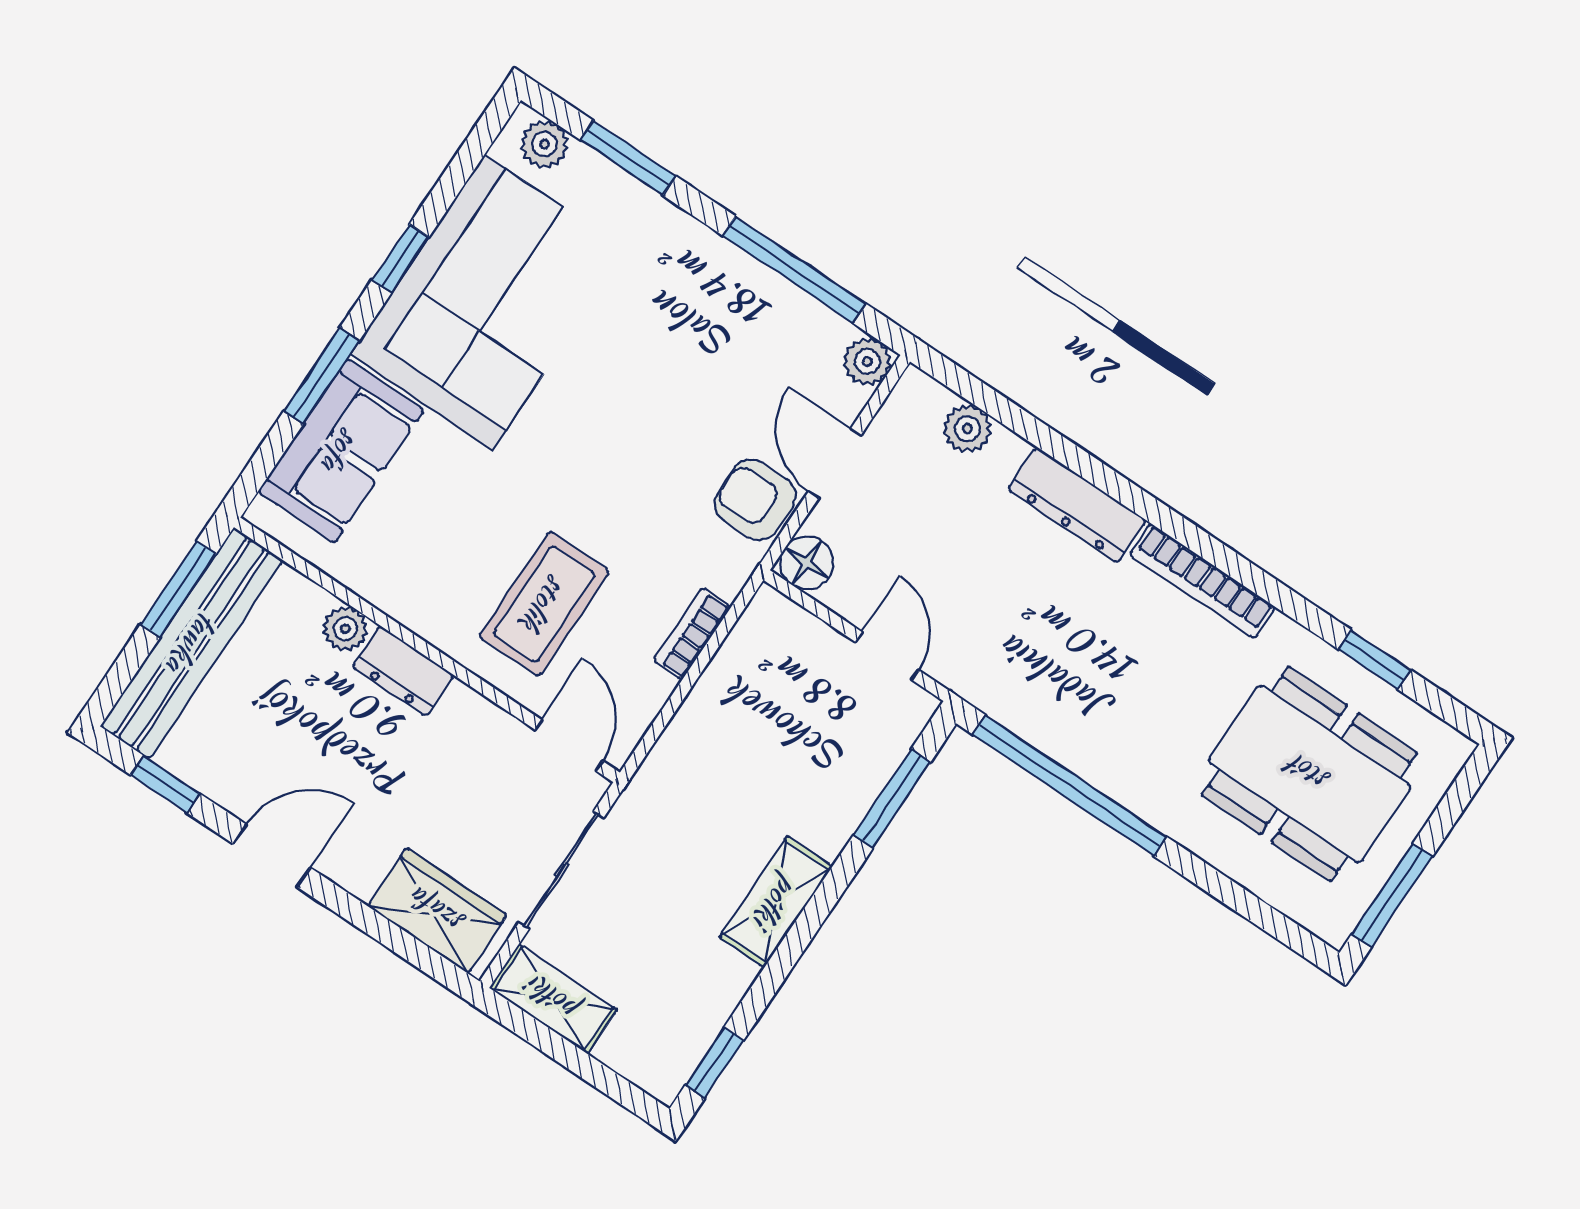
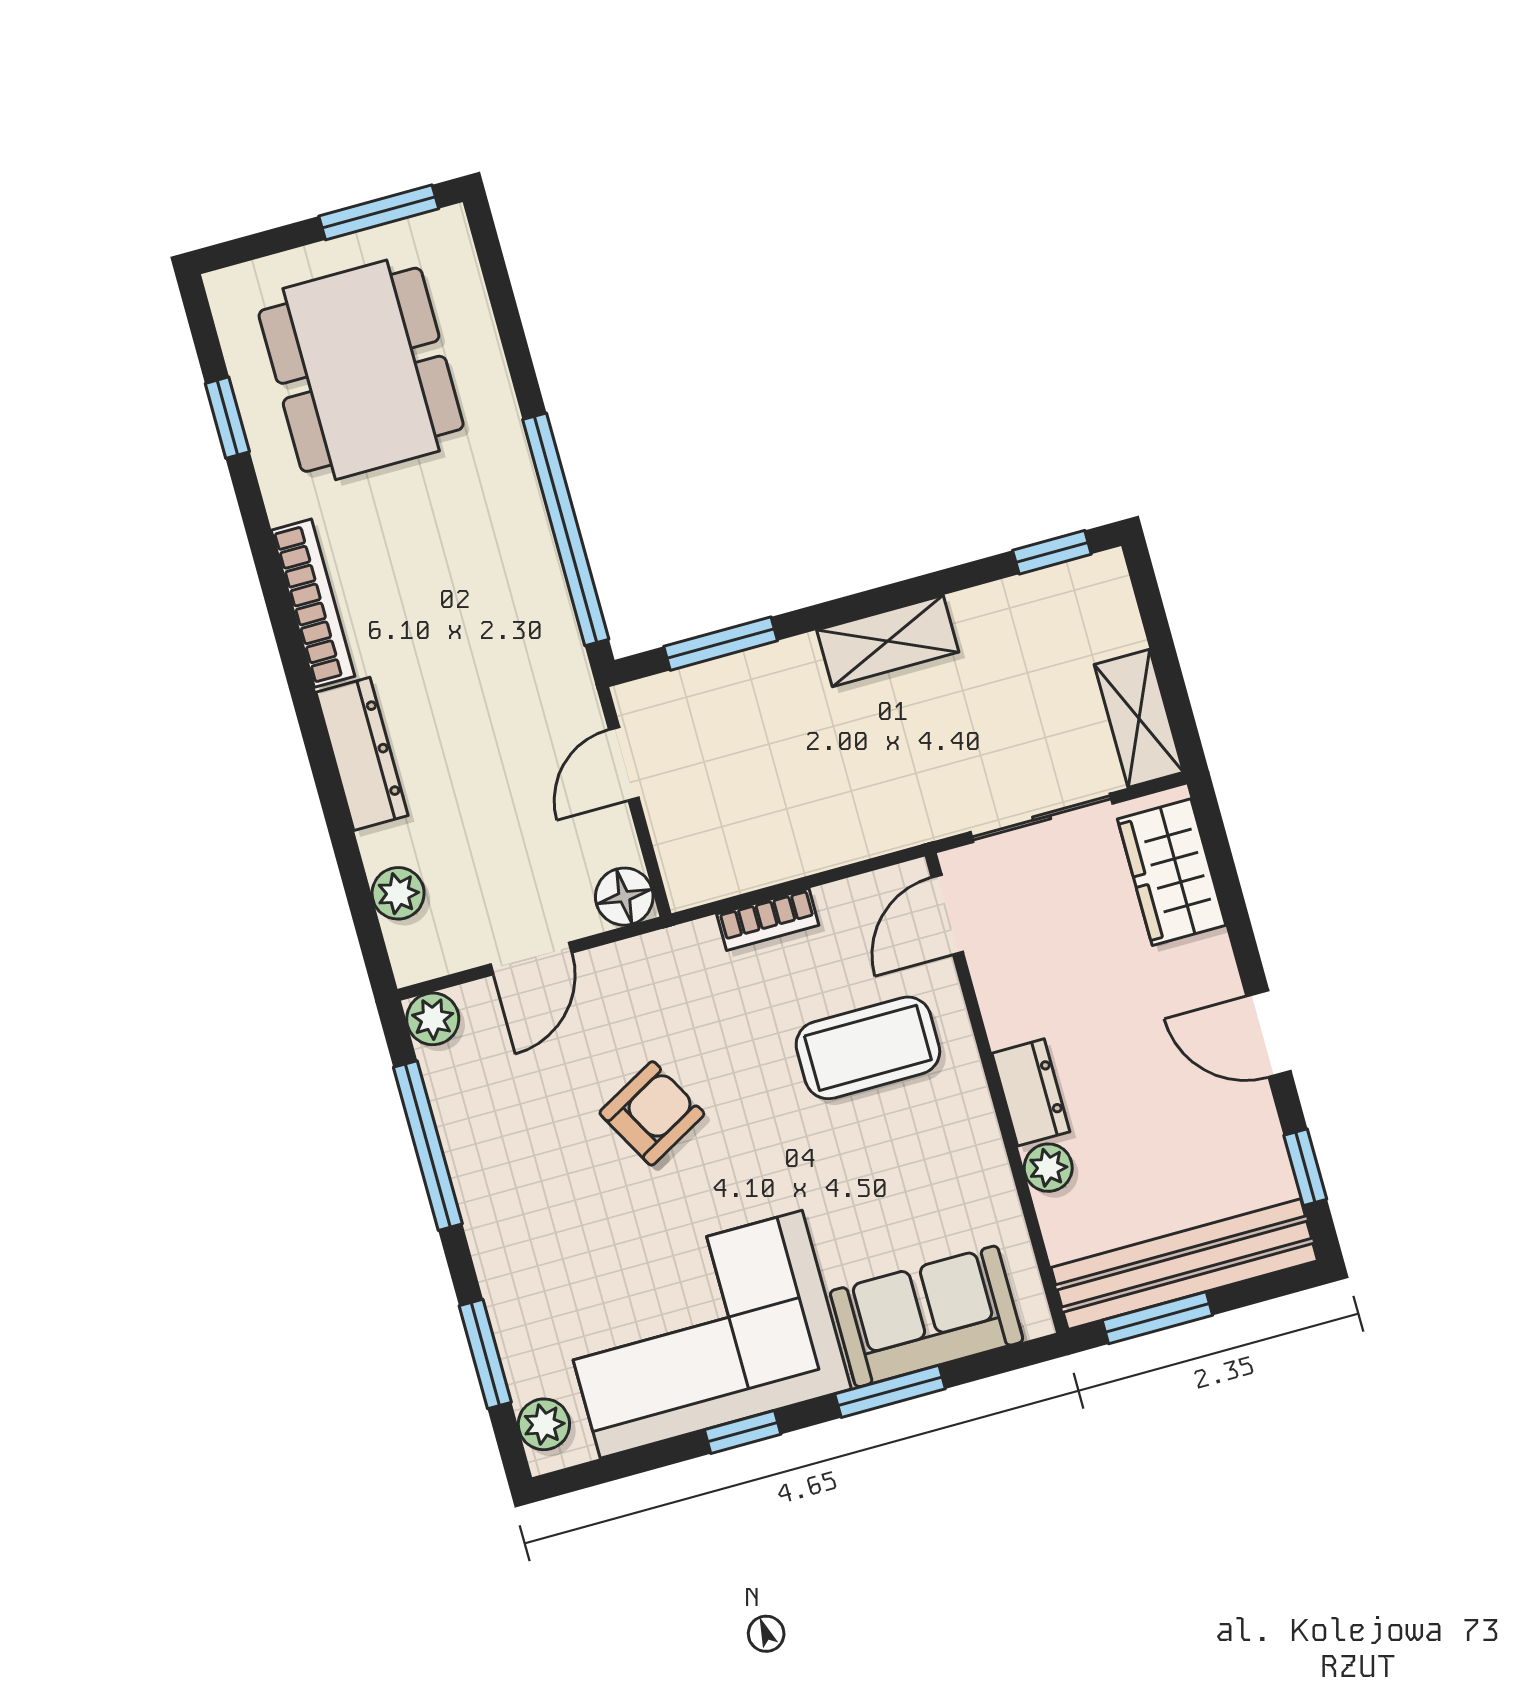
armchair: (755, 500) -> (652, 1113), moved, turned -119

